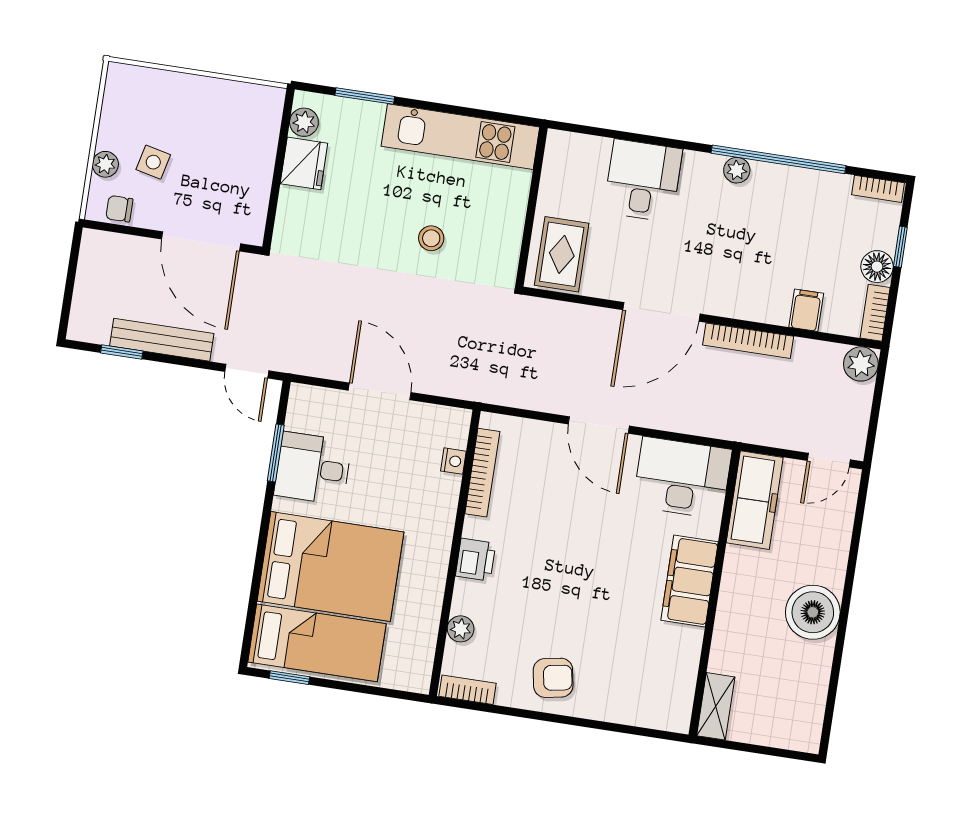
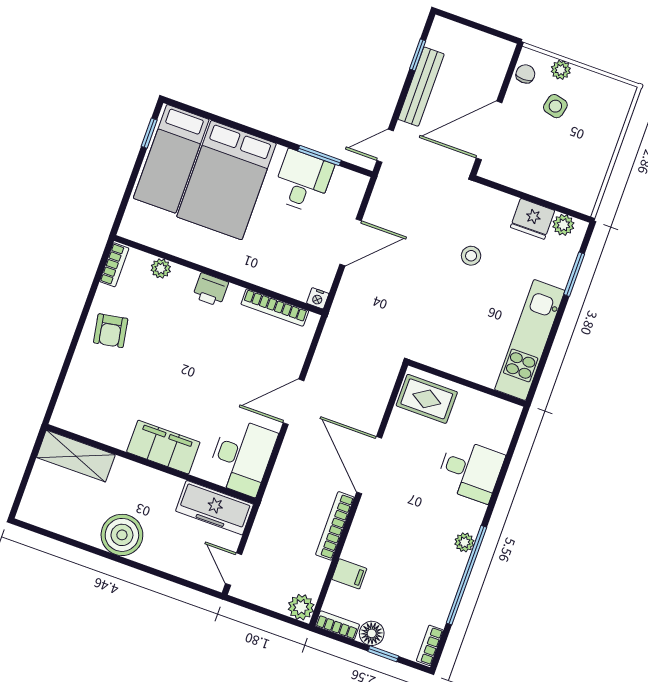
stool: (431, 238) -> (471, 256), moved
nightstand: (453, 461) -> (318, 298), moved
shelving: (716, 706) -> (76, 456), width x1.50, depth x1.33

